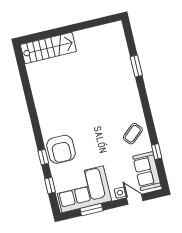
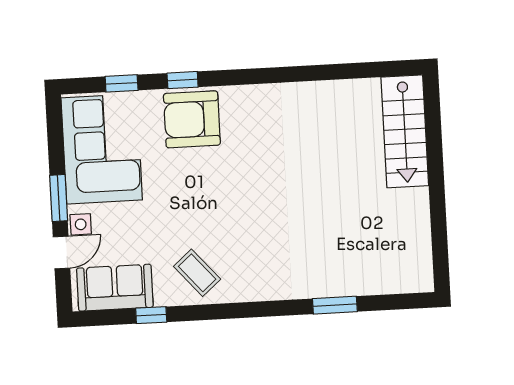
window: (91, 210) -> (59, 198), moved

